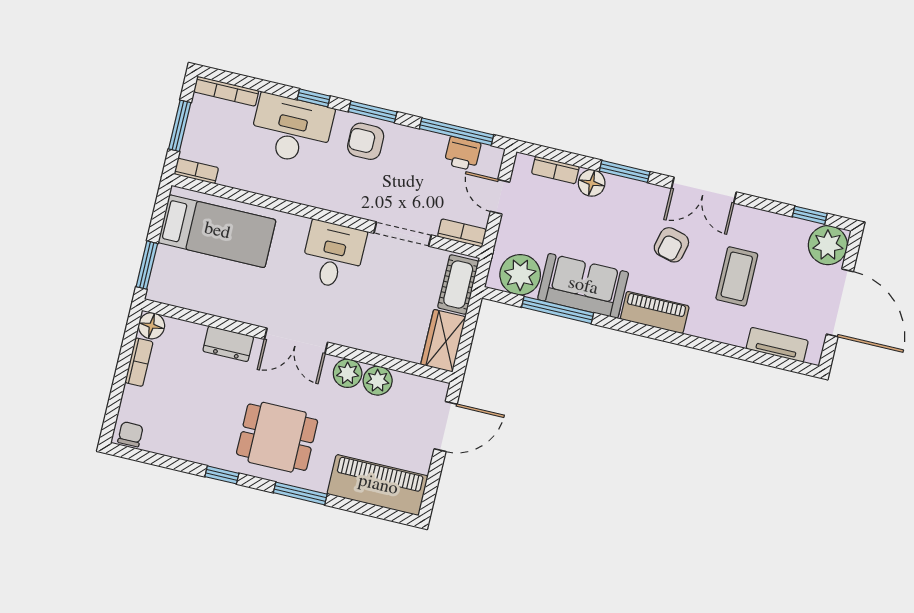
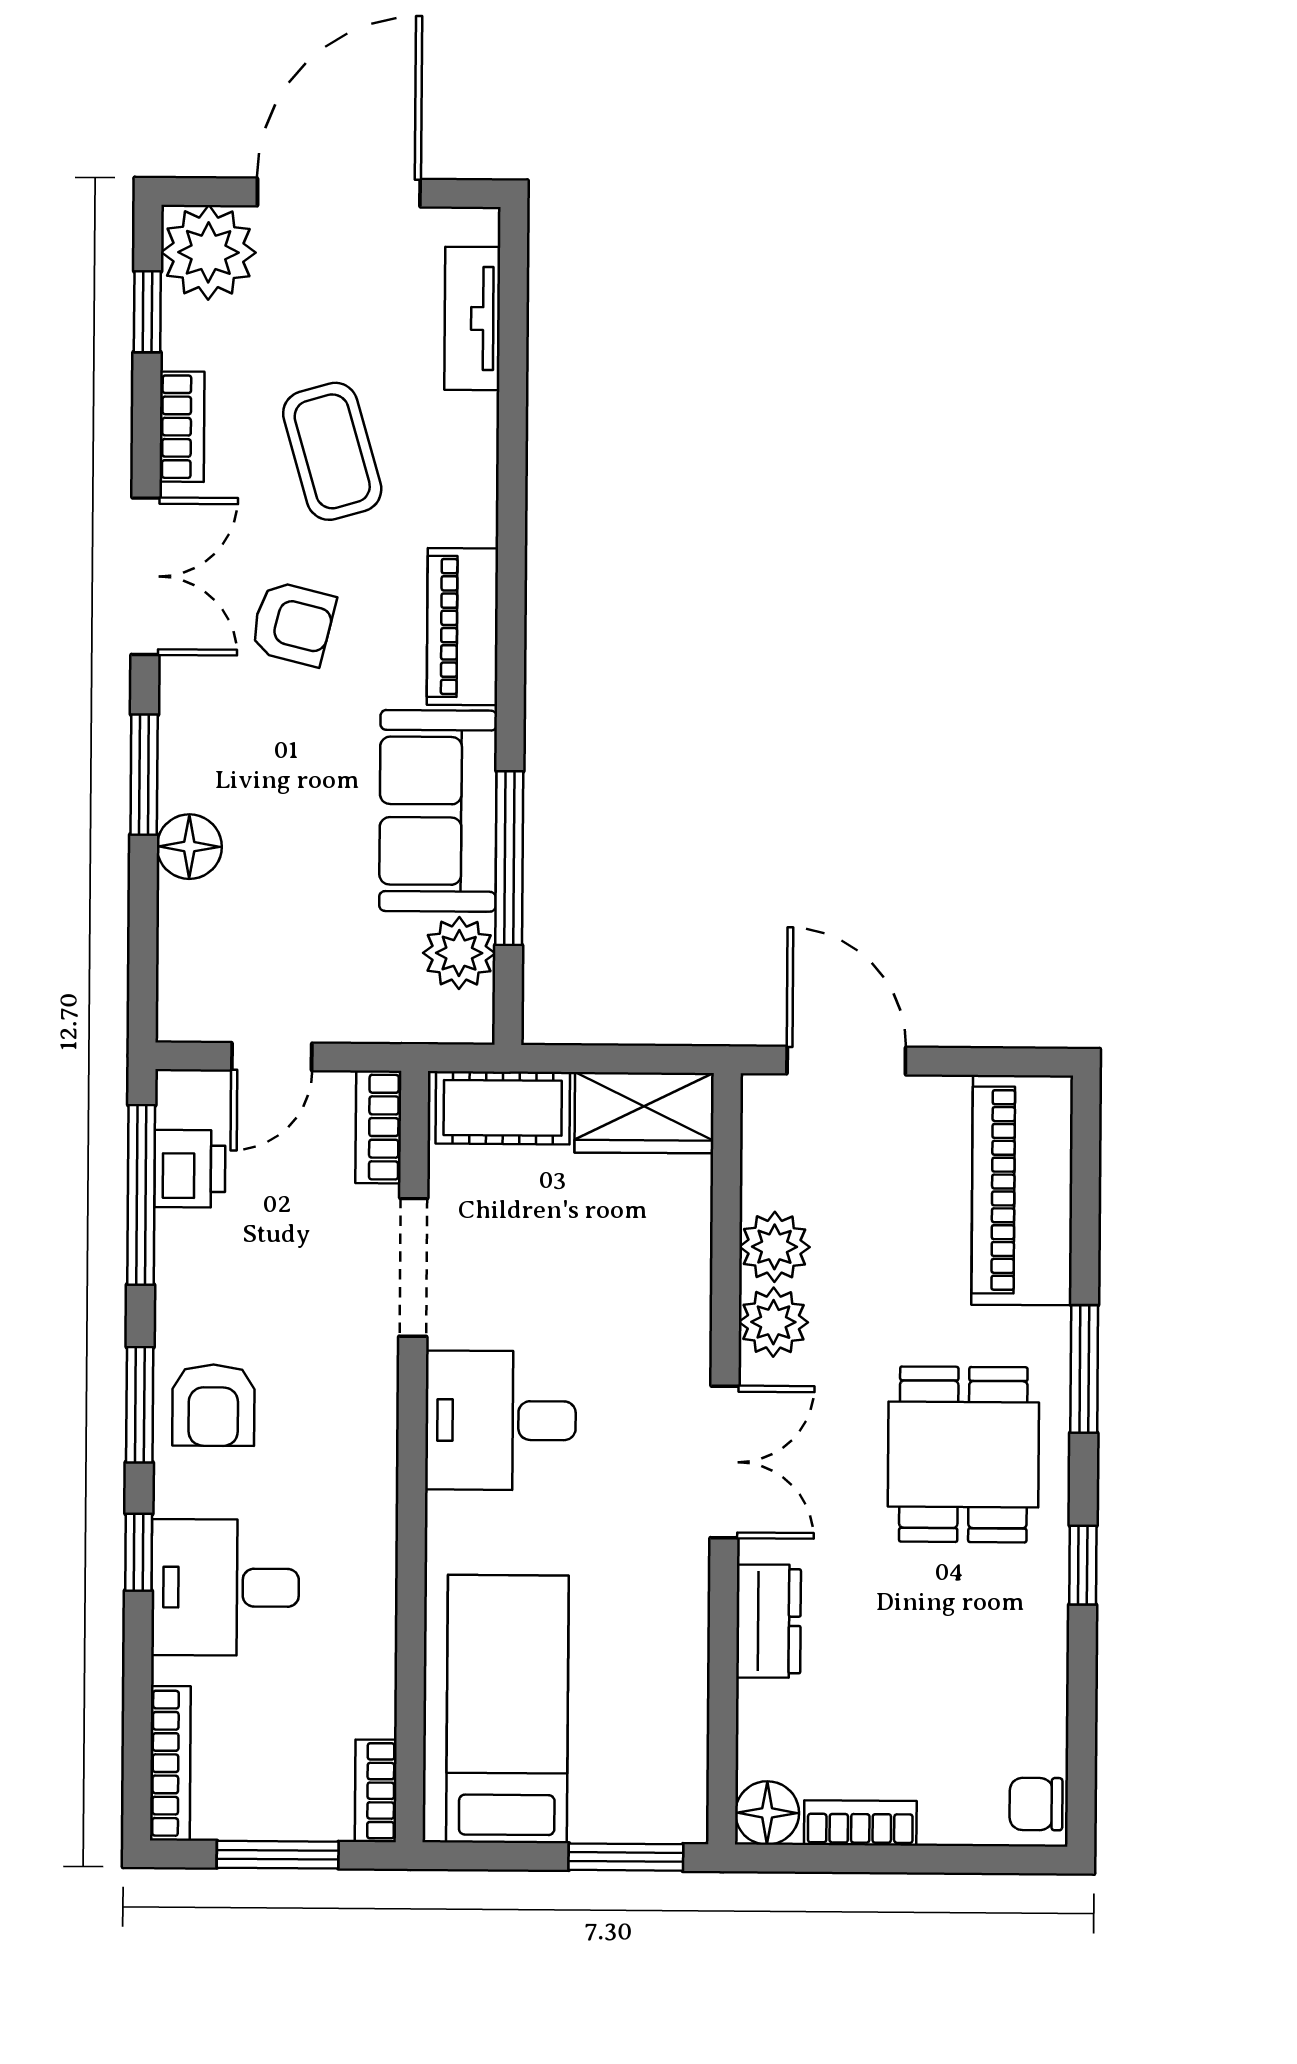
desk: (292, 129) -> (225, 1587), width x0.73
bookcase: (555, 170) -> (182, 427), moved
plant: (520, 275) -> (459, 953), width x0.73, depth x0.73
coffee table: (737, 276) -> (332, 451), turned 74

